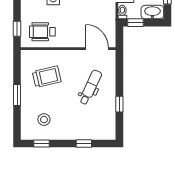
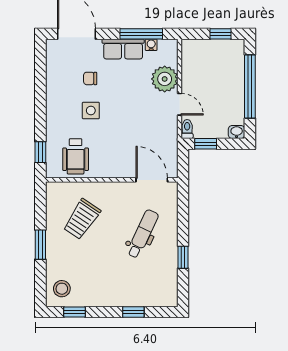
washbasin: (152, 12) -> (237, 132), width x0.52, depth x0.69
wheelchair: (42, 32) -> (76, 156), turned -90
trolley: (47, 77) -> (82, 219), turned 137
stool: (44, 120) -> (62, 289), moved

